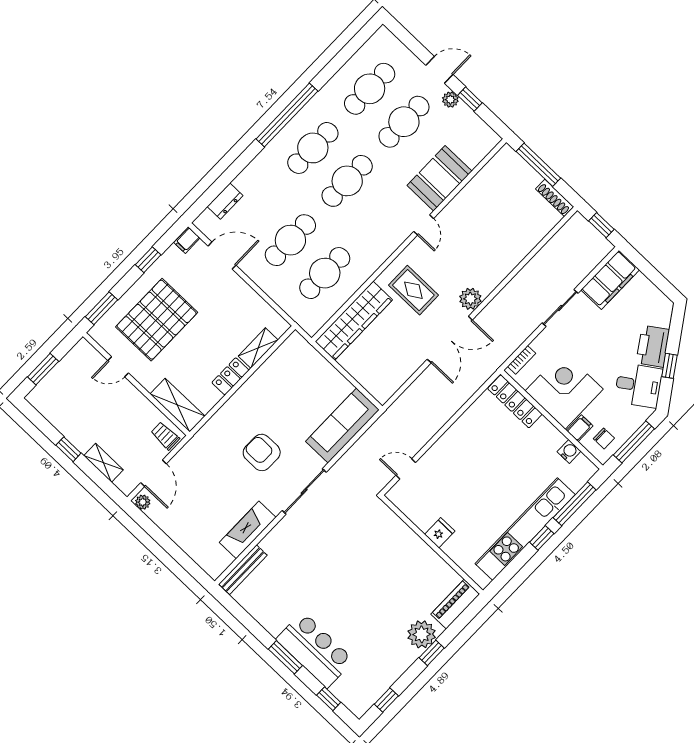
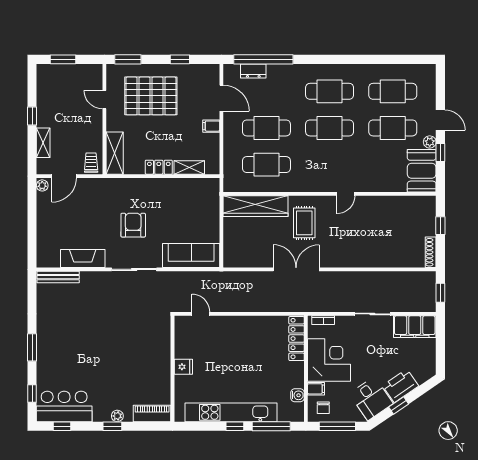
window: (287, 115) -> (263, 59), moved
window: (538, 165) -> (440, 226), width x0.46
booth: (439, 178) -> (422, 171), moved, turned 90
filing cabinet: (187, 240) -> (211, 126), moved
plant: (470, 299) -> (330, 259), removed
double door: (450, 340) -> (296, 269), swing flipped
plant: (422, 634) -> (117, 416), width x0.53, depth x0.53
bar counter: (315, 650) -> (64, 406), moved, turned -90

